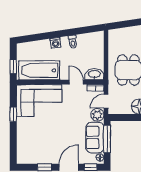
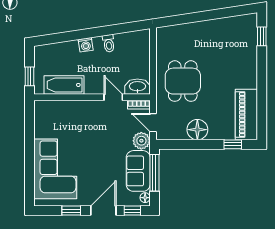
bathtub: (39, 70) -> (64, 85), width x0.73, depth x0.73
corner sofa: (39, 100) -> (55, 169), moved, turned -90
door: (106, 101) -> (153, 123), hinge flipped
window: (13, 114) -> (29, 140), removed

